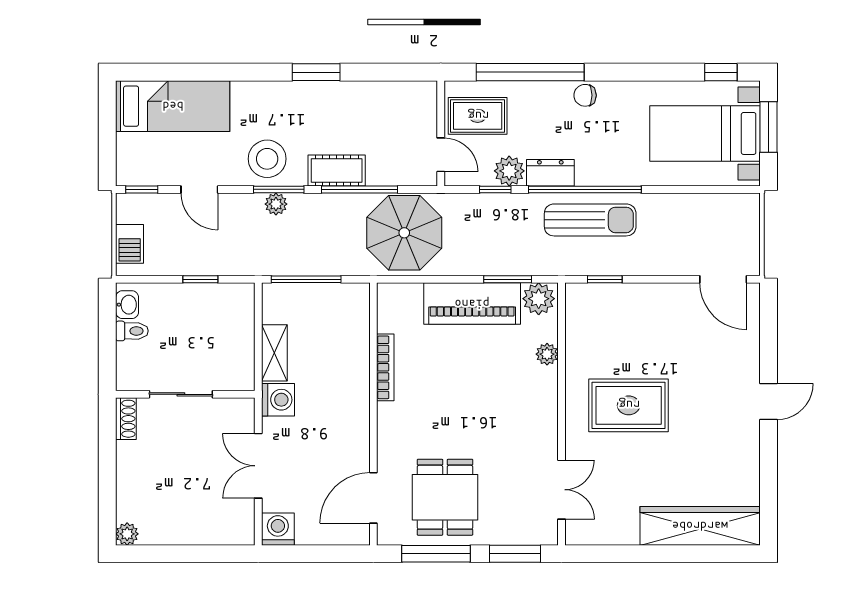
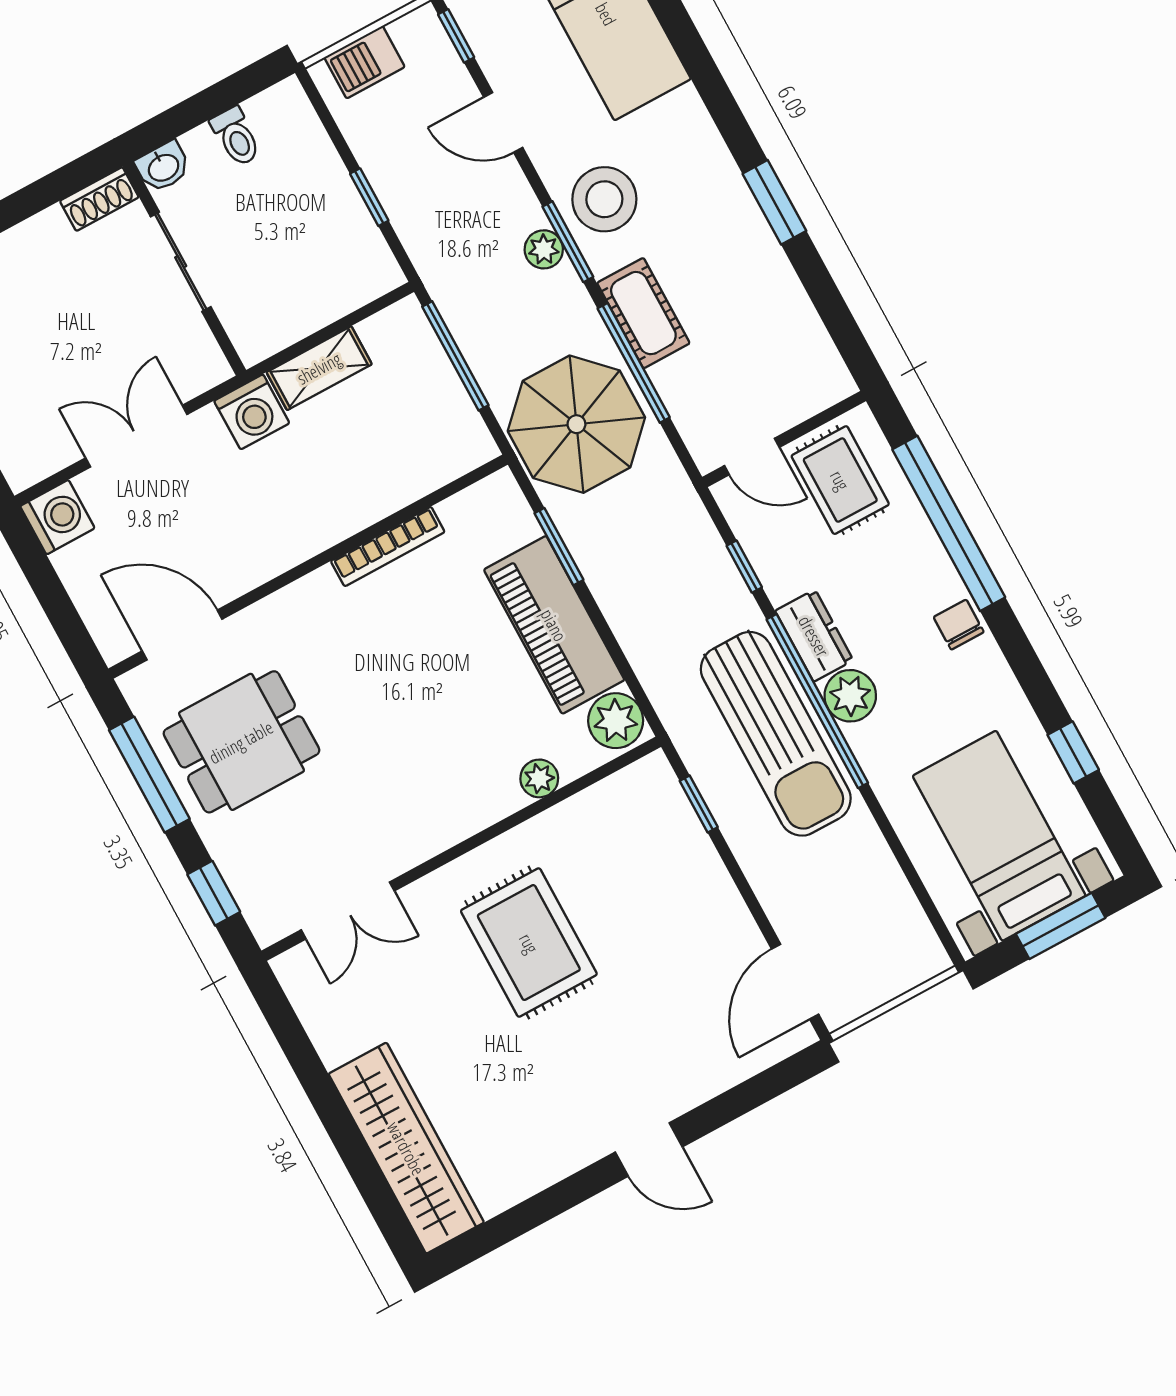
window: (721, 72) -> (1073, 752), moved
door: (441, 155) -> (752, 457), hinge flipped
plant: (509, 171) -> (850, 696), moved
door: (199, 189) -> (503, 122), hinge flipped
sun lounger: (590, 220) -> (776, 734), width x1.36, depth x1.34
parasol: (404, 233) -> (576, 424), moved
window: (508, 279) -> (559, 547), moved
washbasin: (127, 305) -> (163, 167), moved
window: (515, 554) -> (214, 893), width x0.67

